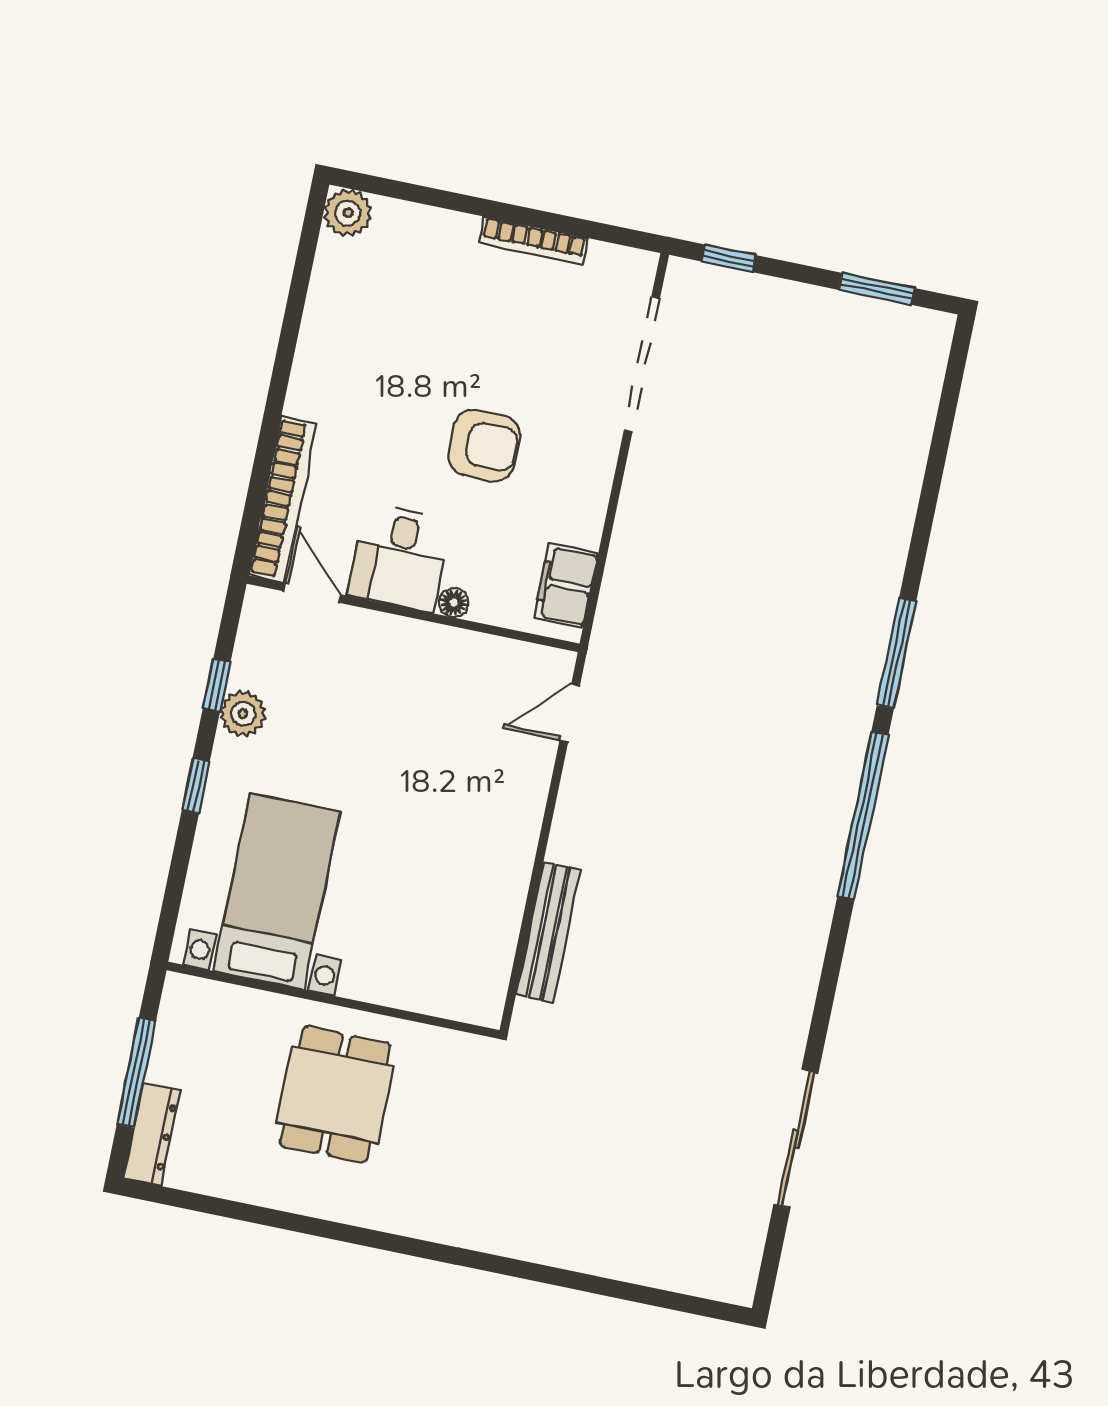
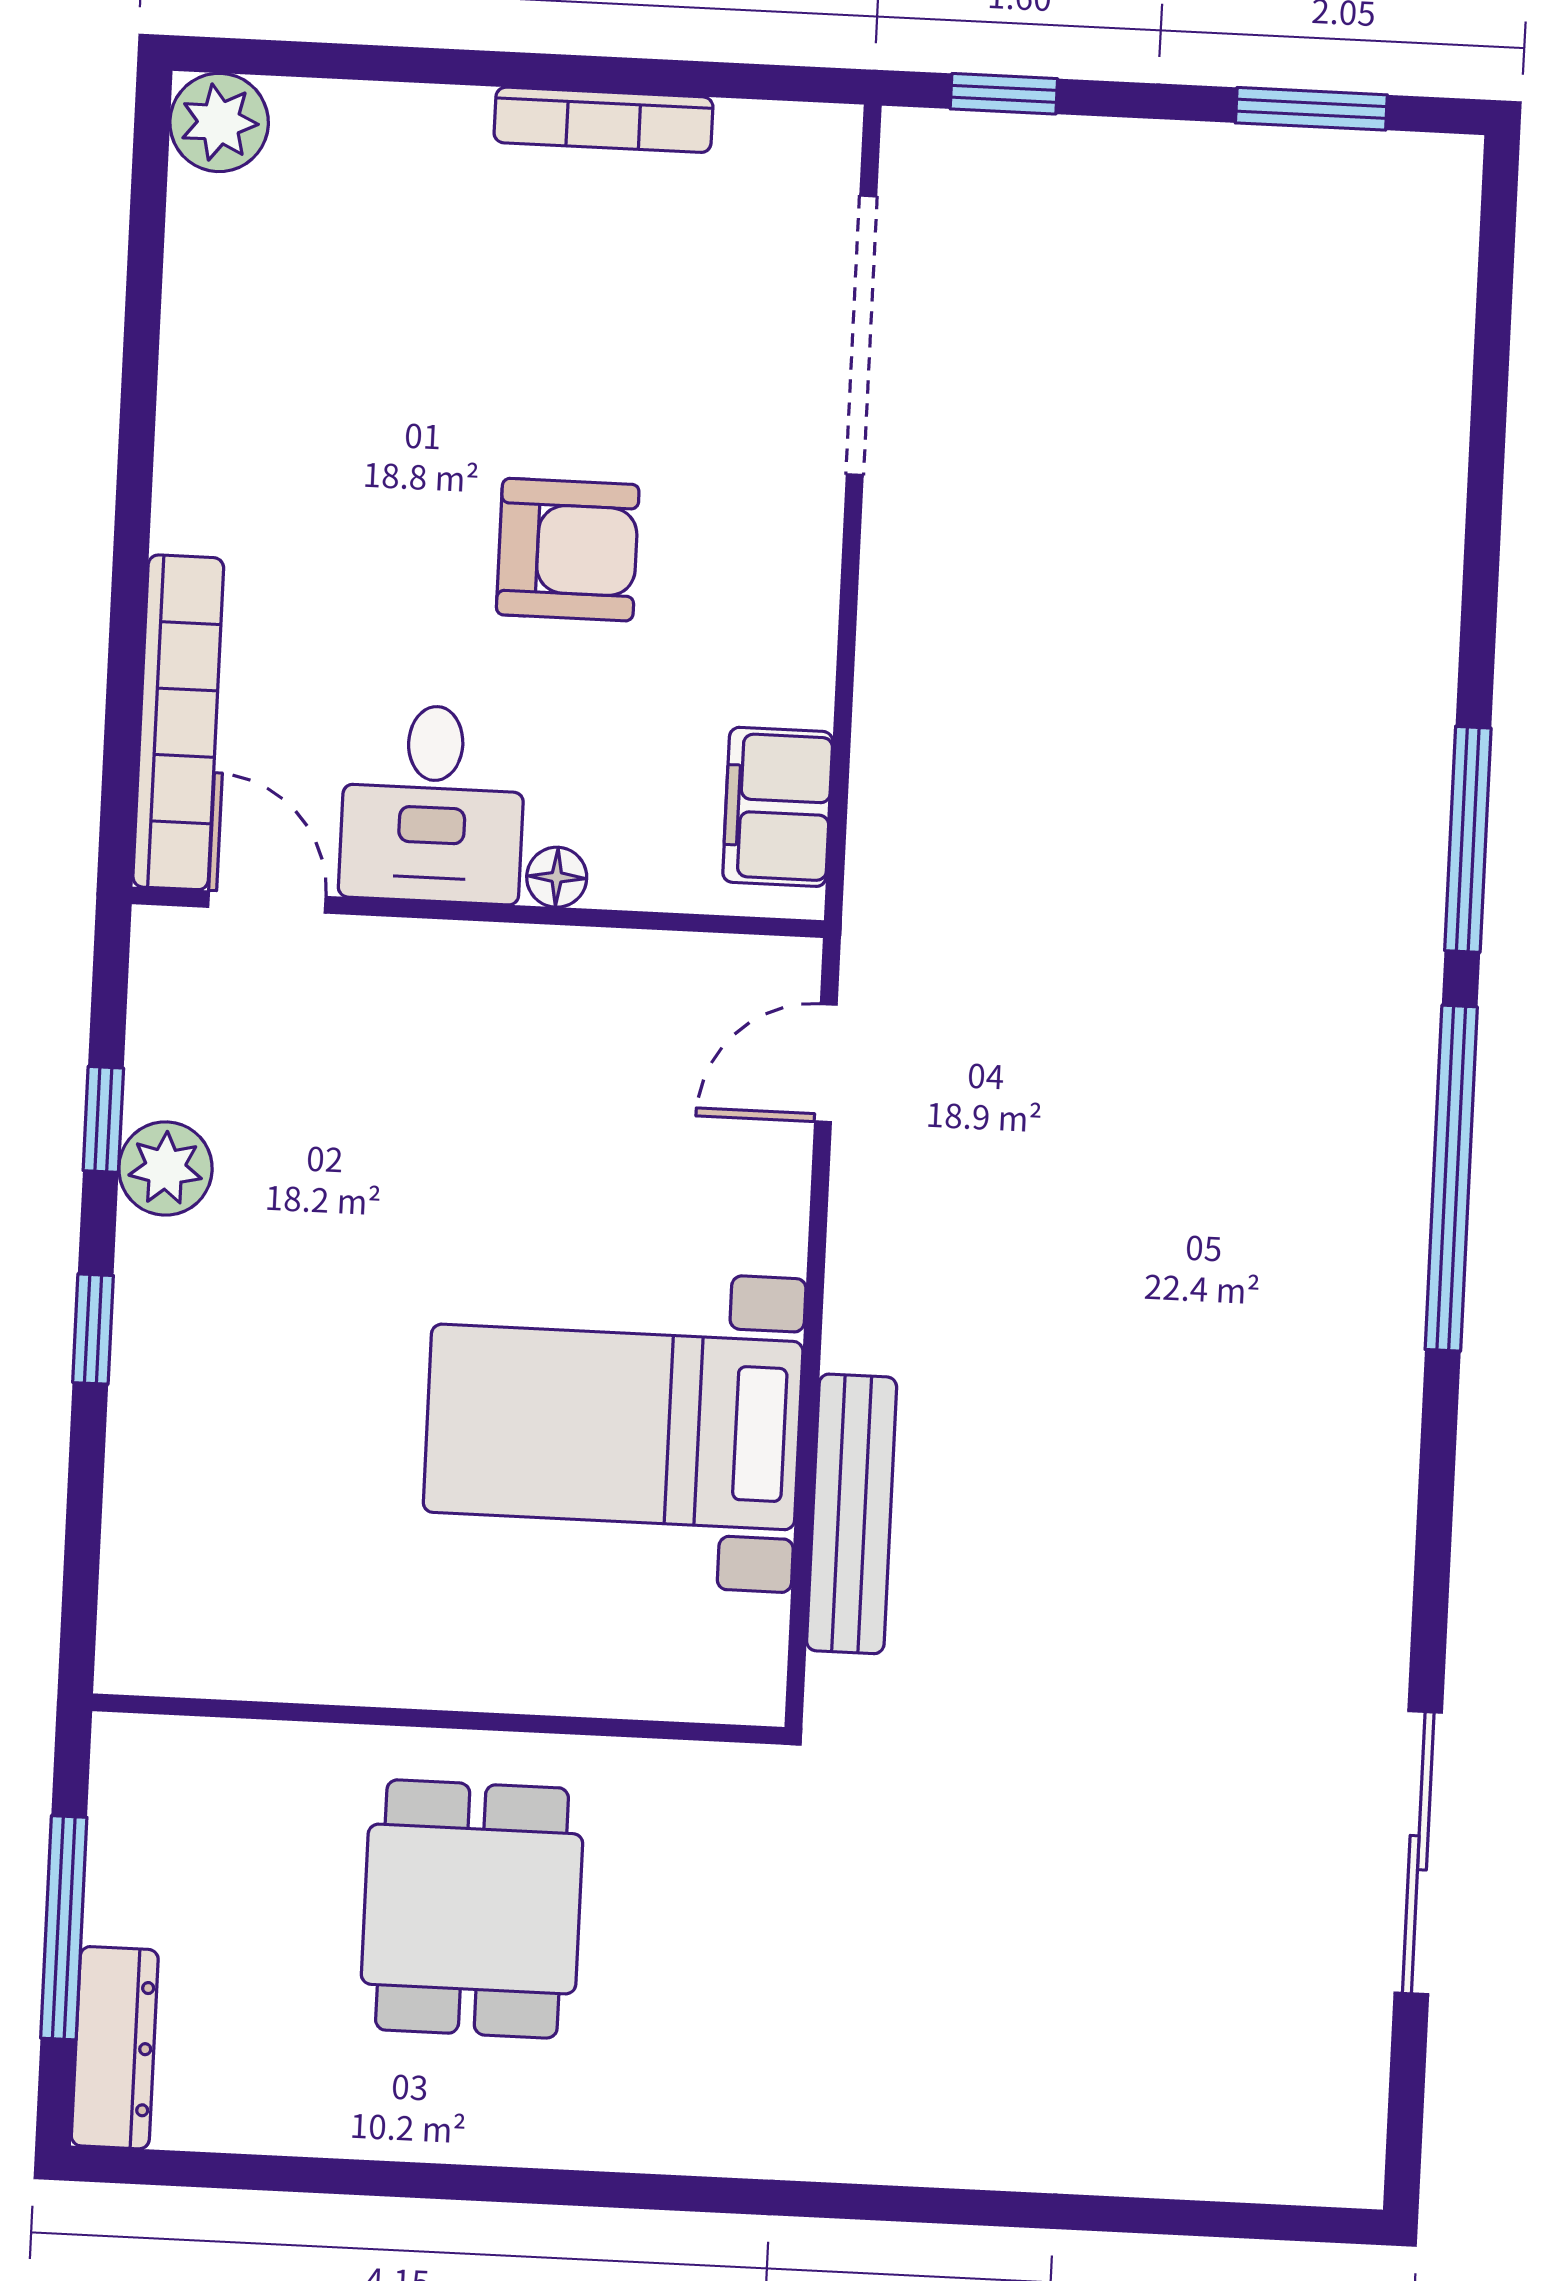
bed with nightstands: (277, 891) -> (613, 1427), moved, turned -90

